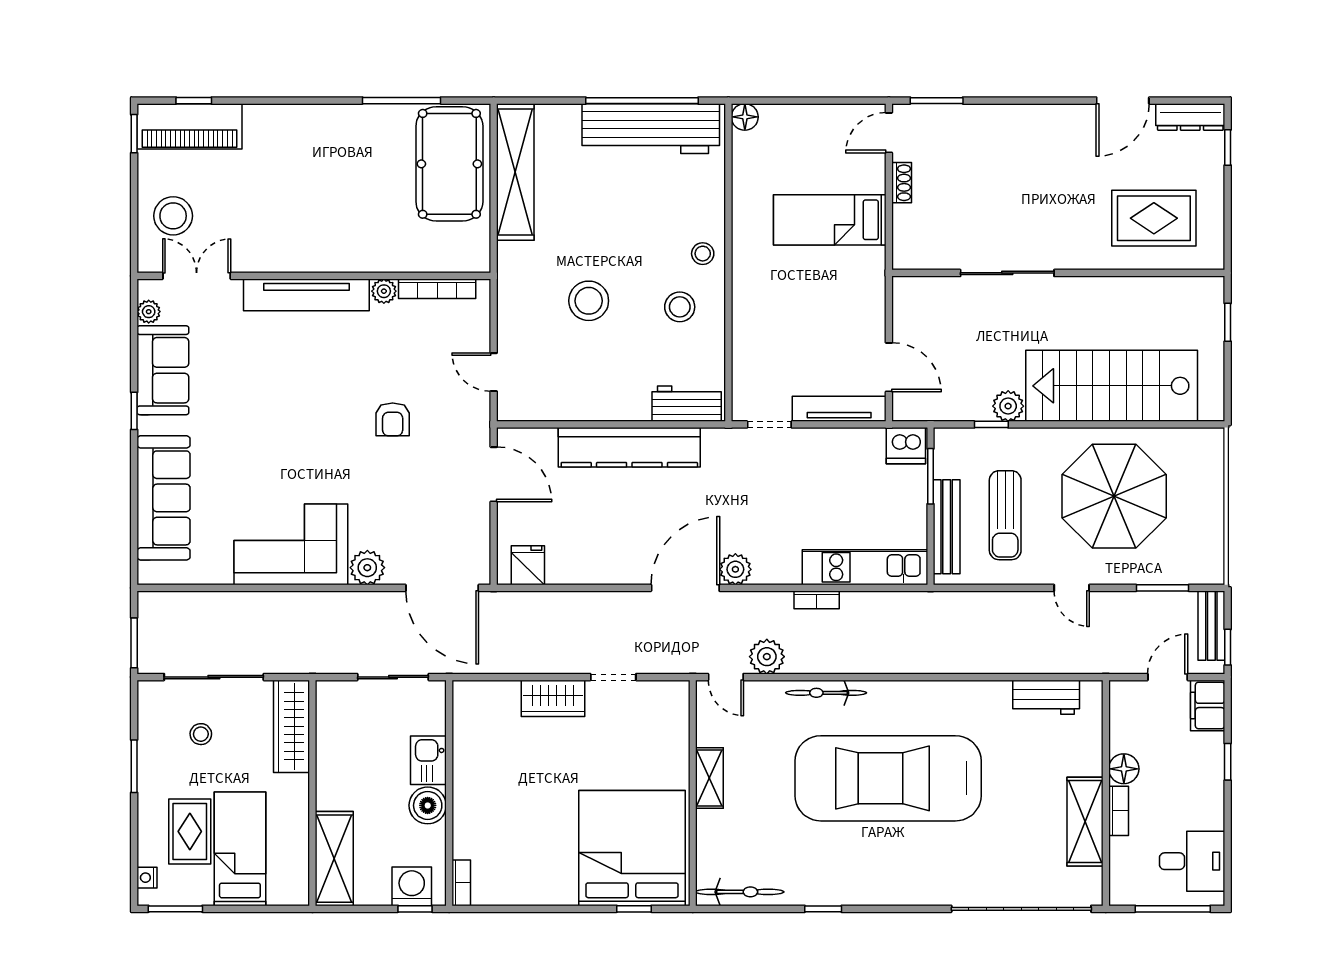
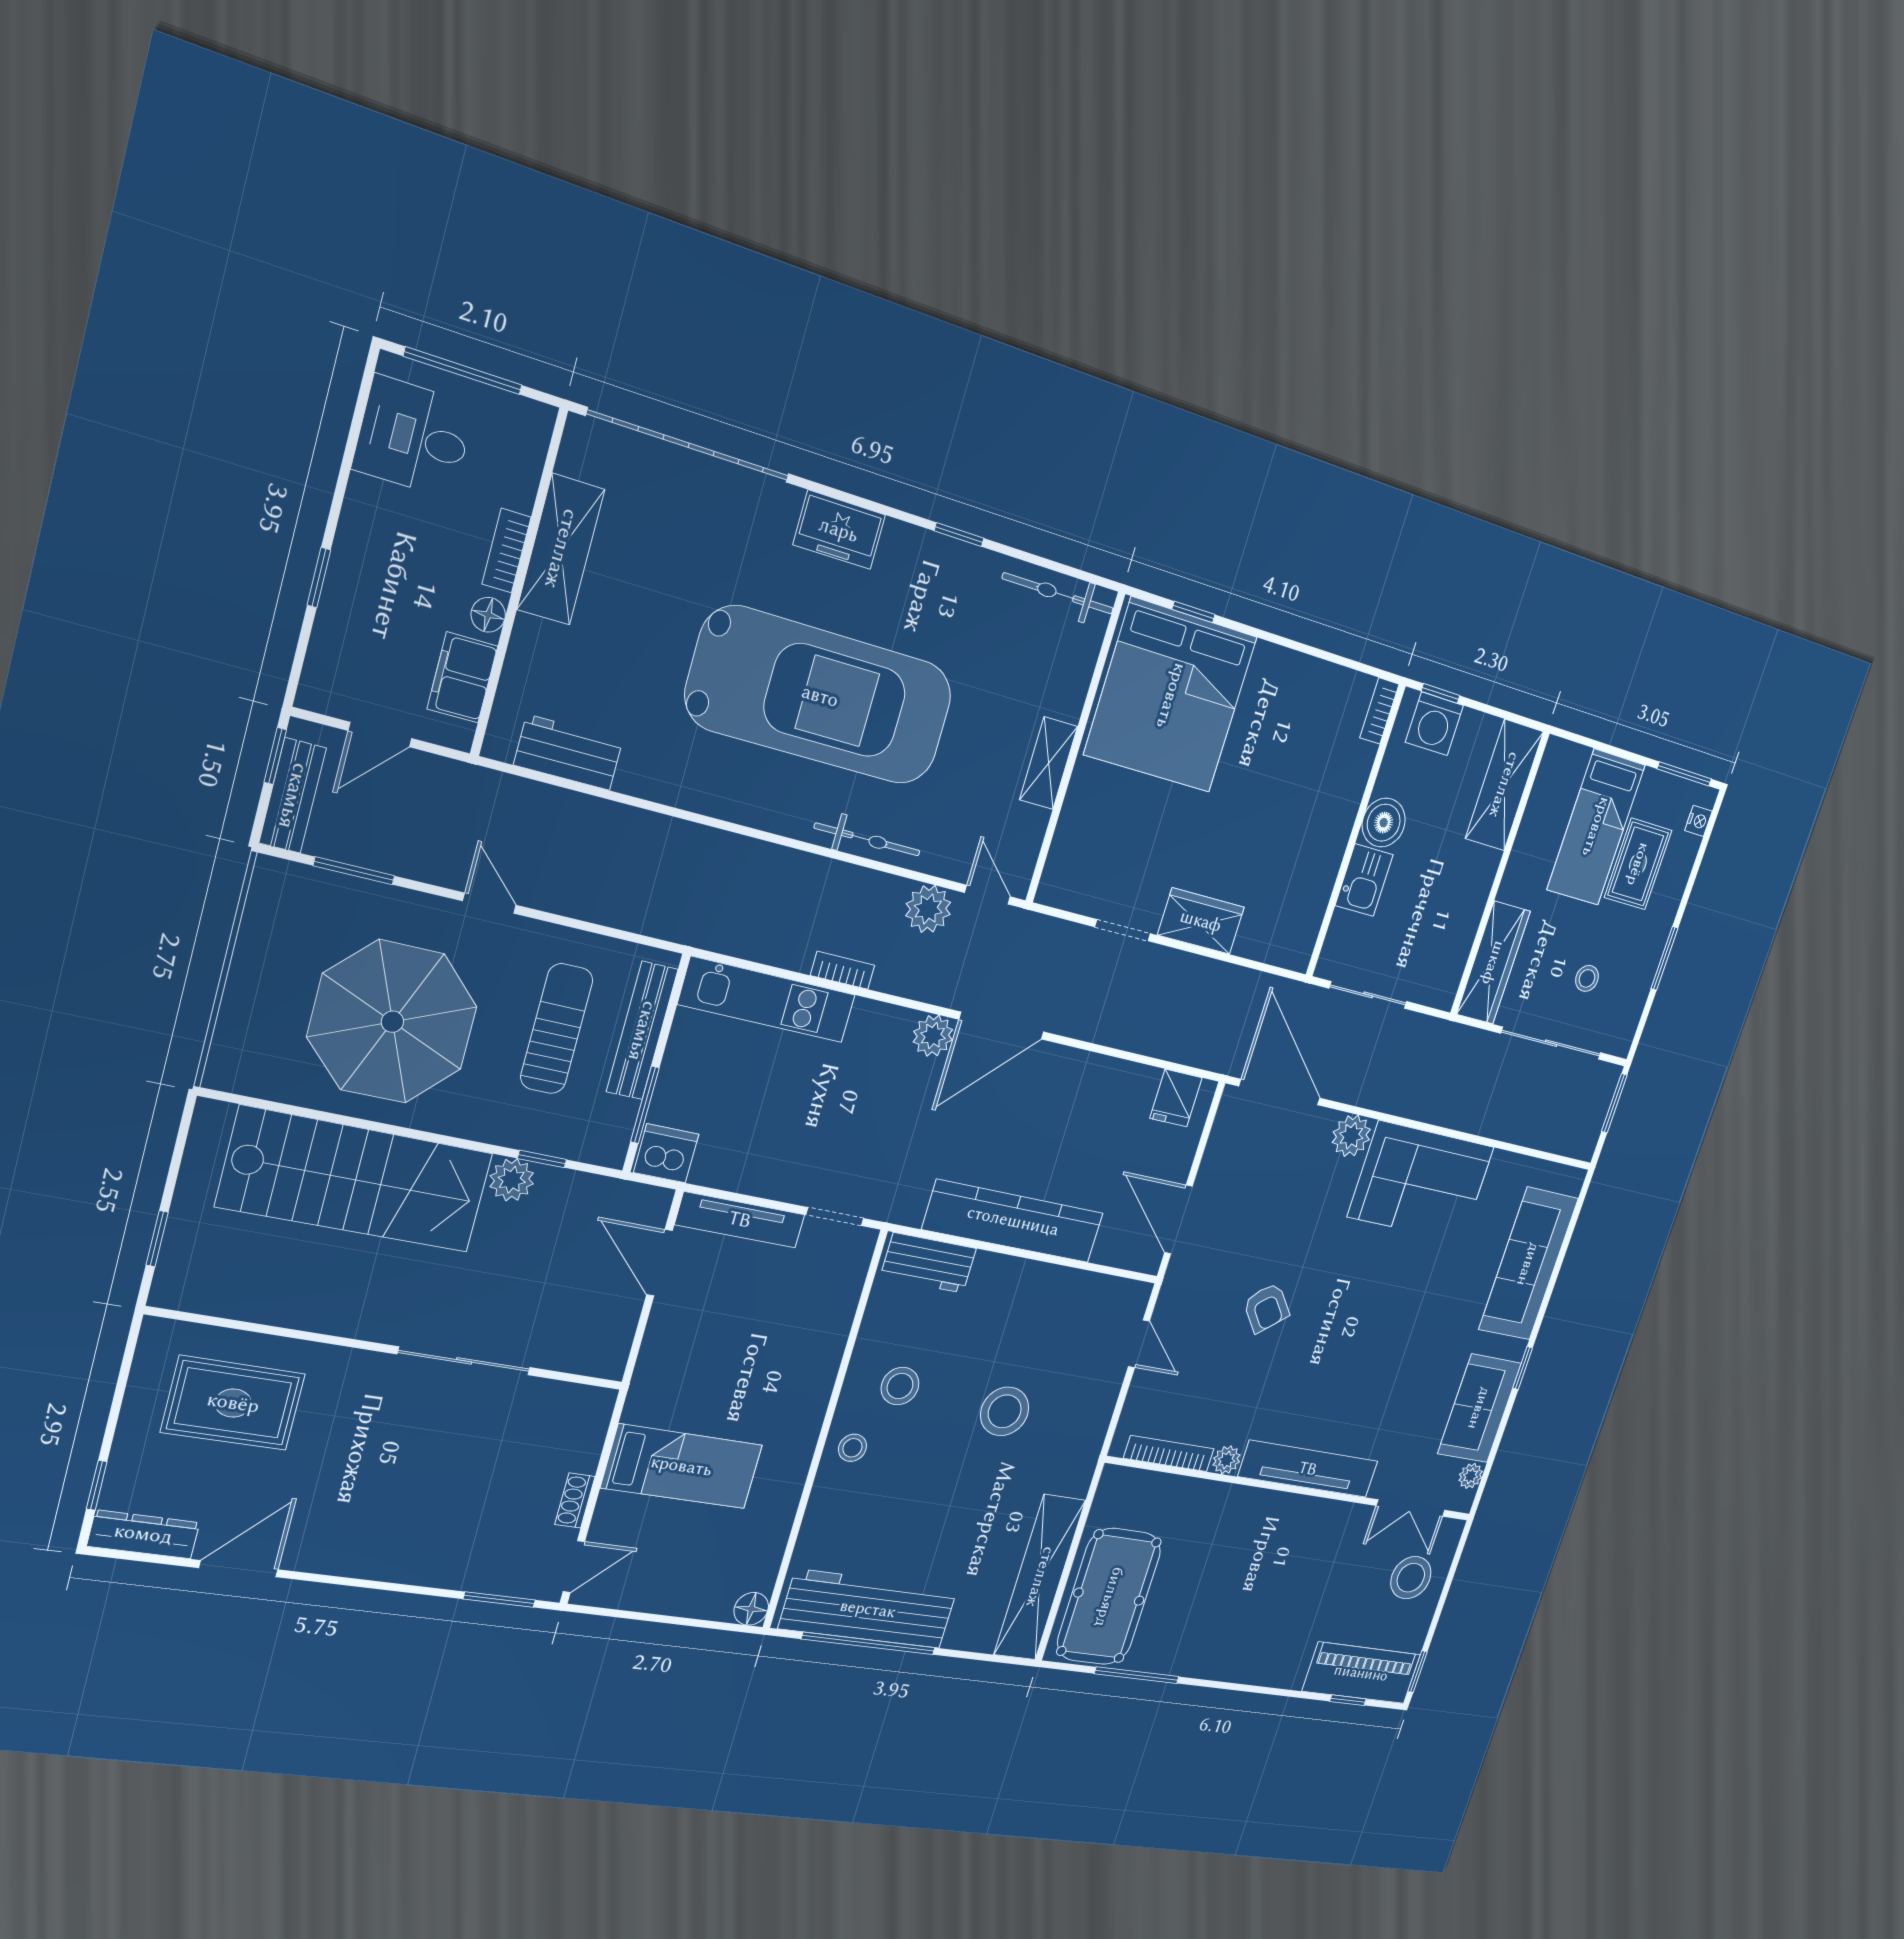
armchair: (393, 419) -> (1266, 1308), turned 141
filing cabinet: (1208, 705) -> (462, 678), moved, turned 180
floor lamp: (1124, 769) -> (488, 615), width x0.73, depth x0.73
freezer: (907, 887) -> (839, 530), added

